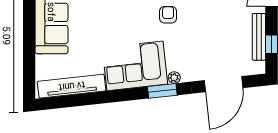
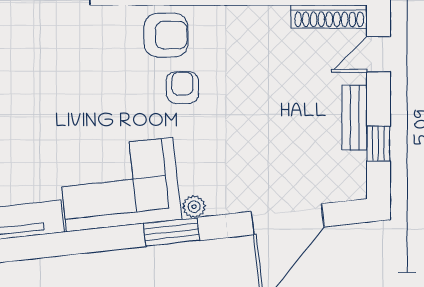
bench: (259, 37) -> (355, 118), width x0.73

